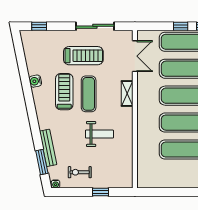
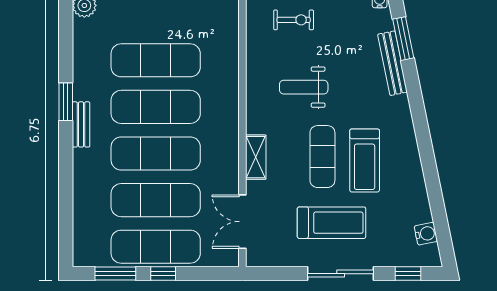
sliding door: (95, 26) -> (341, 274), moved
treadmill: (83, 56) -> (332, 223), turned 180
water cooler: (35, 81) -> (426, 234), moved
exercise bike: (80, 172) -> (294, 20), moved

